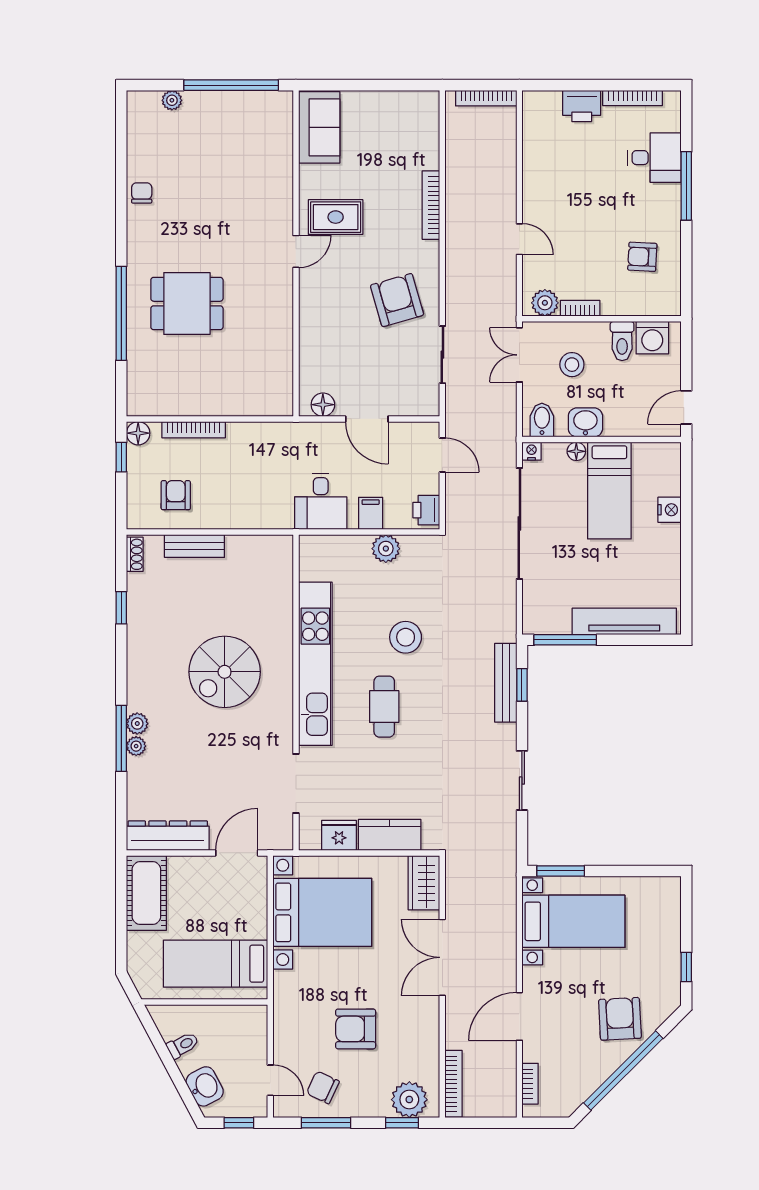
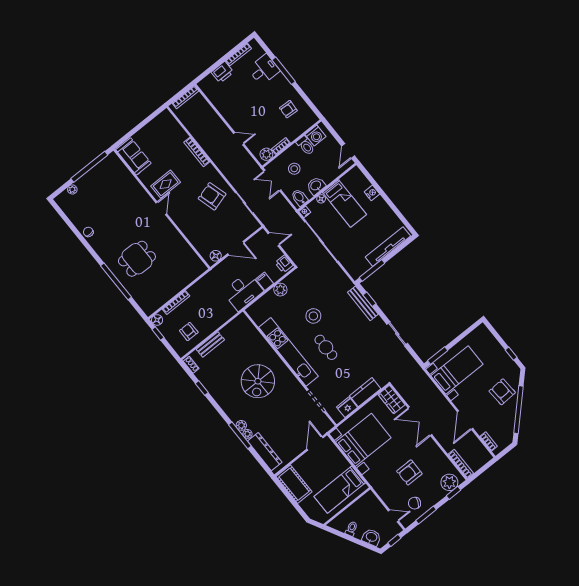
desk: (321, 501) -> (243, 291), width x1.37
dresser: (168, 836) -> (265, 452), moved, turned 90

